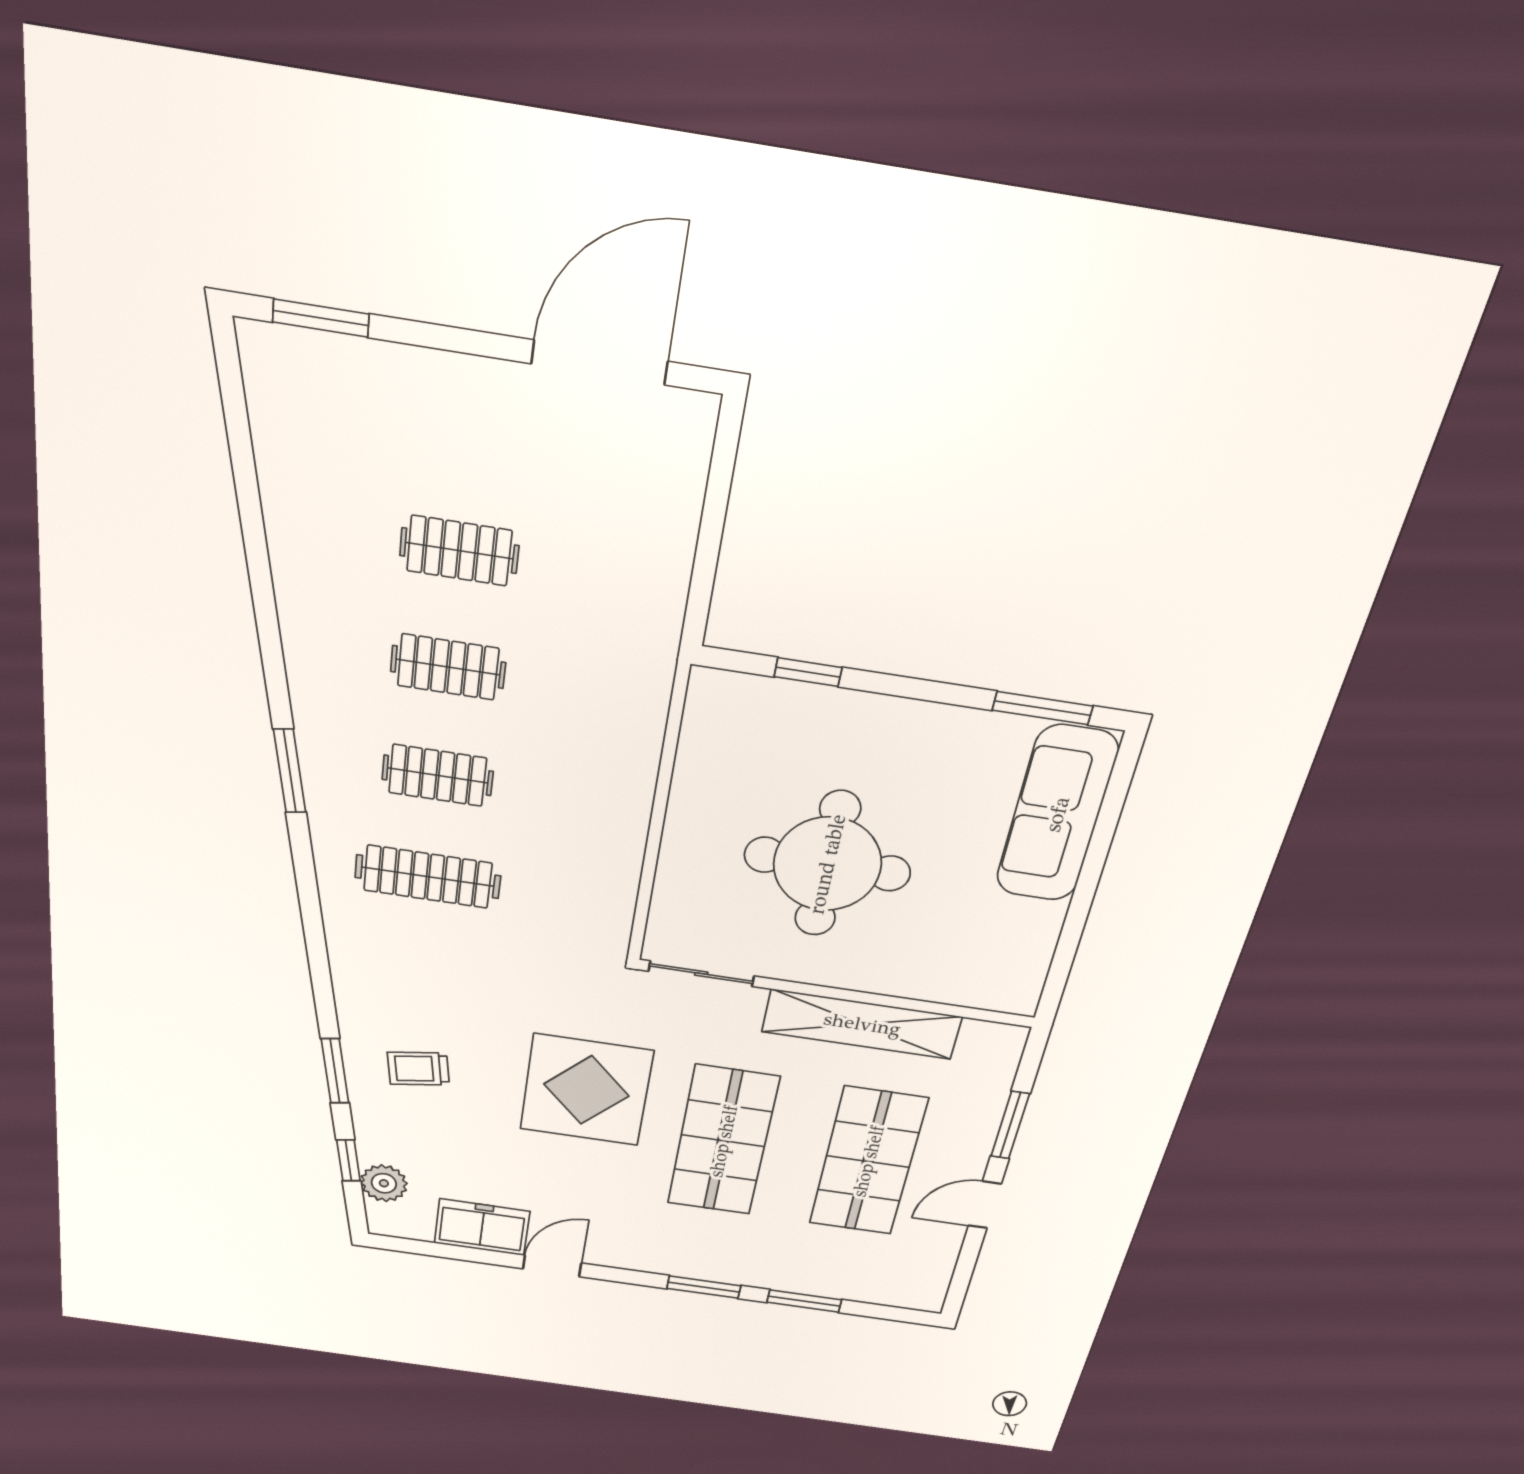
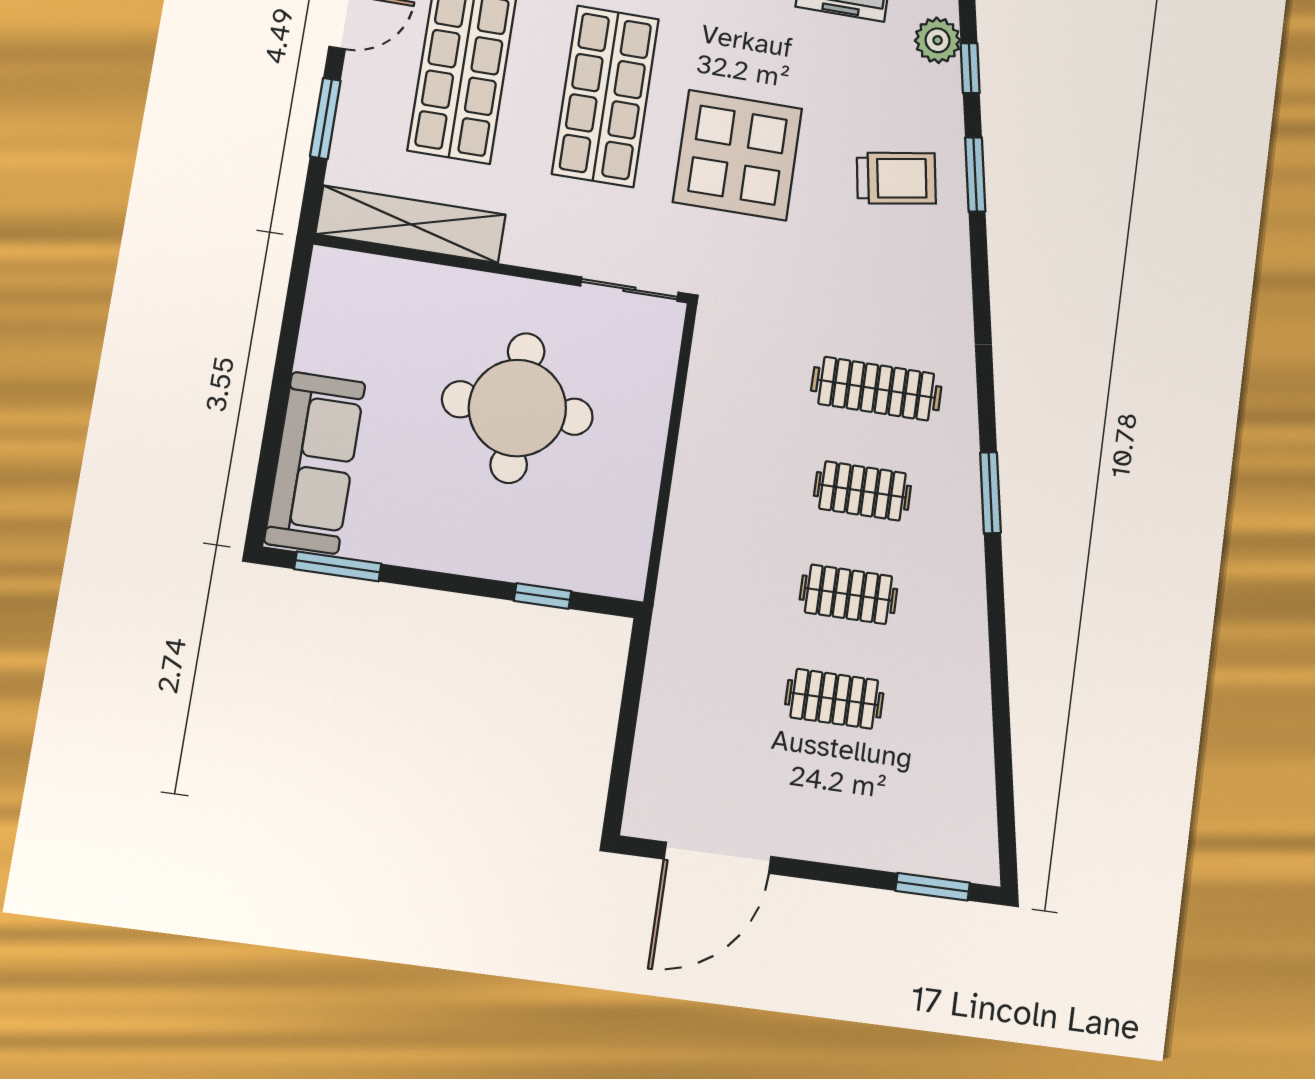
shelving: (862, 1024) -> (411, 224), moved
trolley: (418, 1069) -> (896, 178), width x1.36, depth x1.39

